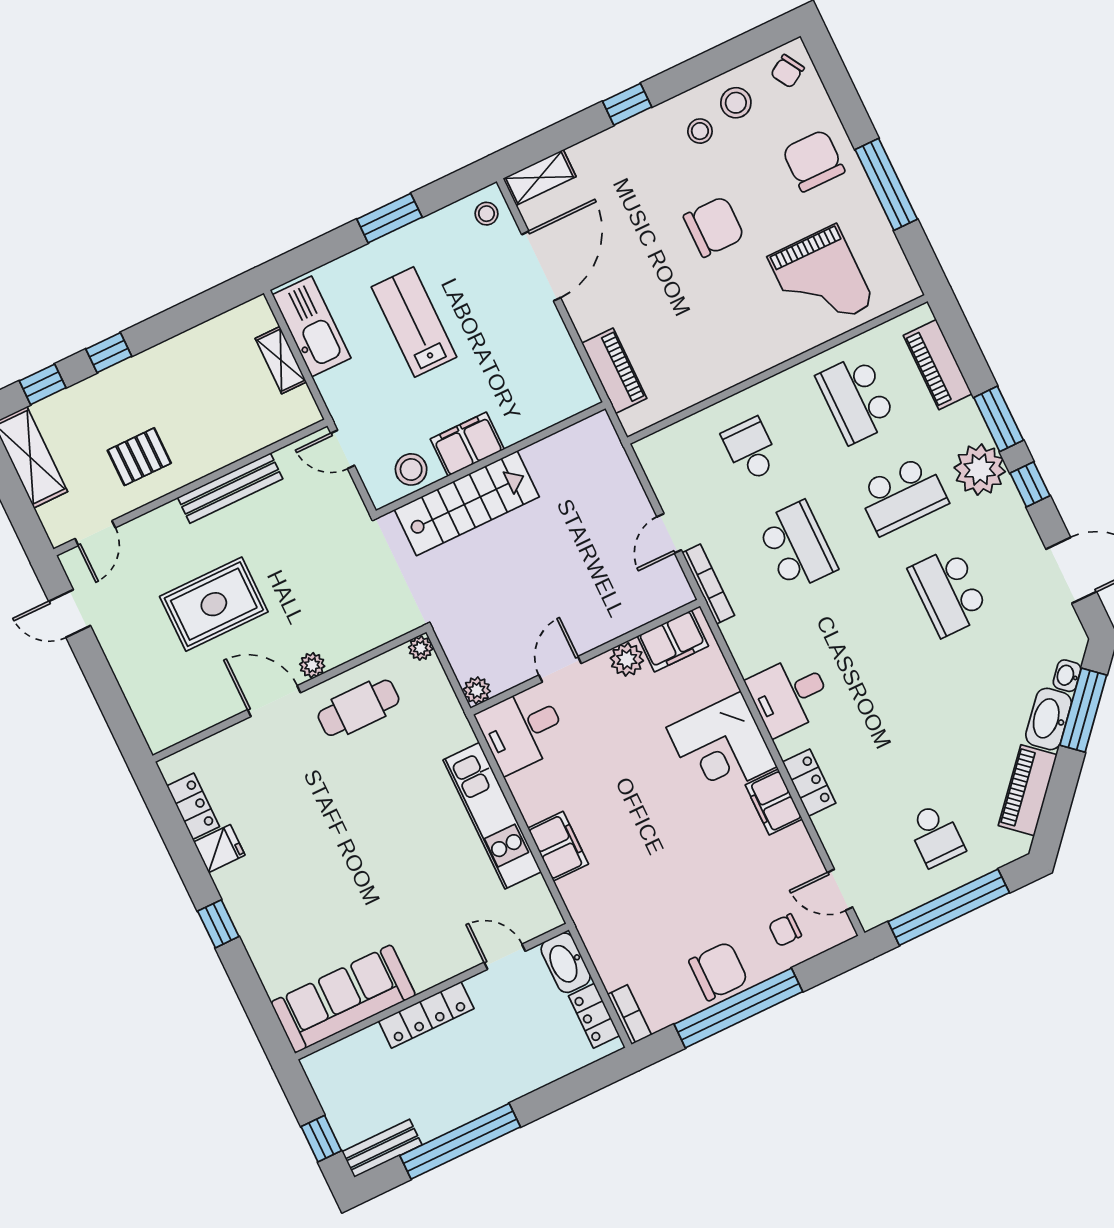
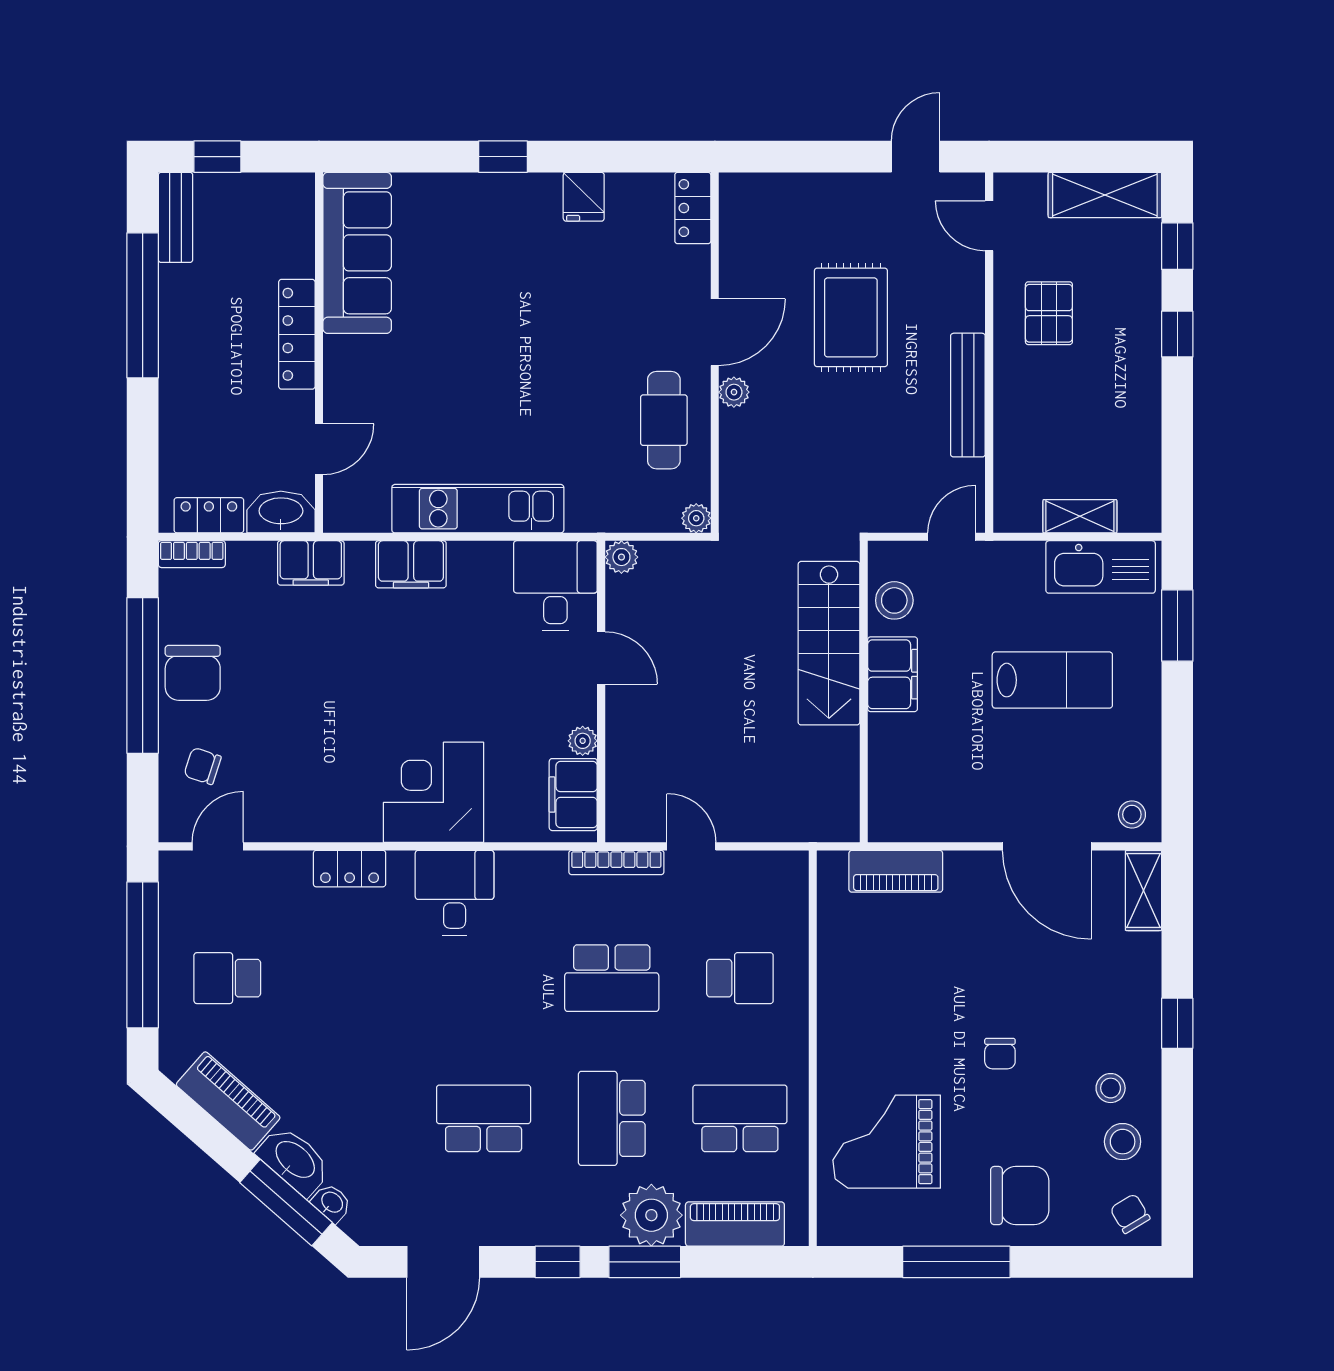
window: (389, 218) -> (1177, 625), moved
chair: (714, 227) -> (1000, 1054), width x0.54, depth x0.54
plant: (980, 470) -> (651, 1215), moved
plant: (627, 659) -> (583, 741), width x0.73, depth x0.73
filing cabinet: (774, 802) -> (311, 563), moved, turned 180
locker: (193, 806) -> (693, 208), moved, turned 90
chair: (785, 930) -> (203, 766), turned -72

